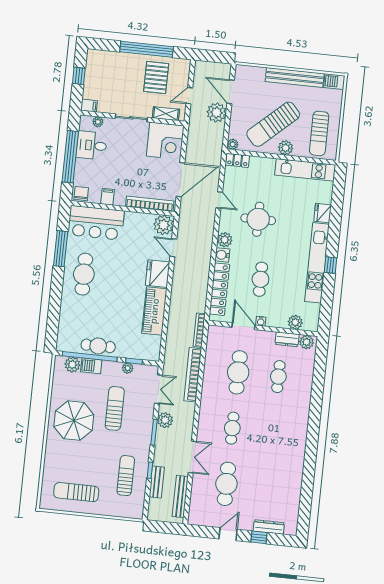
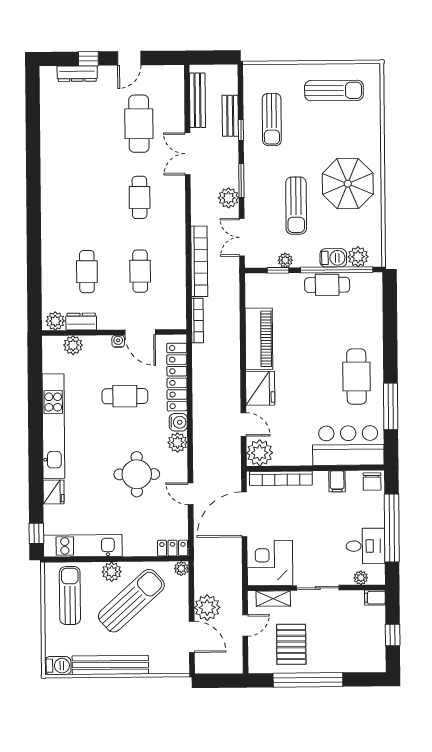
window: (330, 265) -> (36, 533), moved
cafe table: (260, 279) -> (125, 396), turned 90
cafe table: (238, 372) -> (140, 271), width x0.73, depth x0.74

